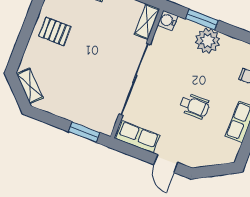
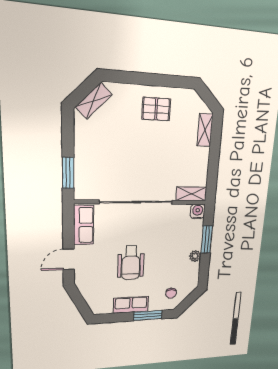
pallet: (55, 31) -> (156, 109), turned 90
plant: (208, 41) -> (195, 256), width x0.53, depth x0.53
wheelchair: (194, 106) -> (131, 263), width x1.36, depth x1.37

